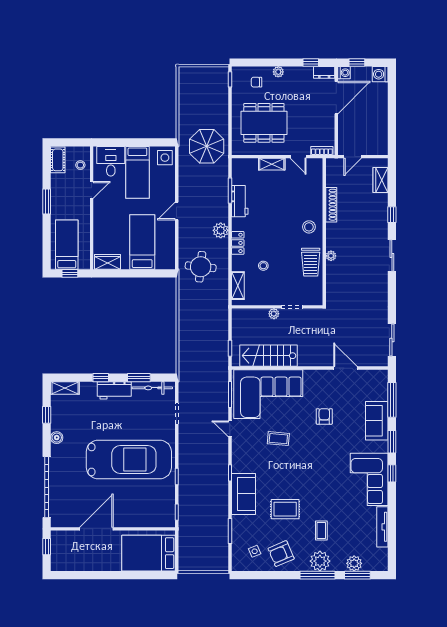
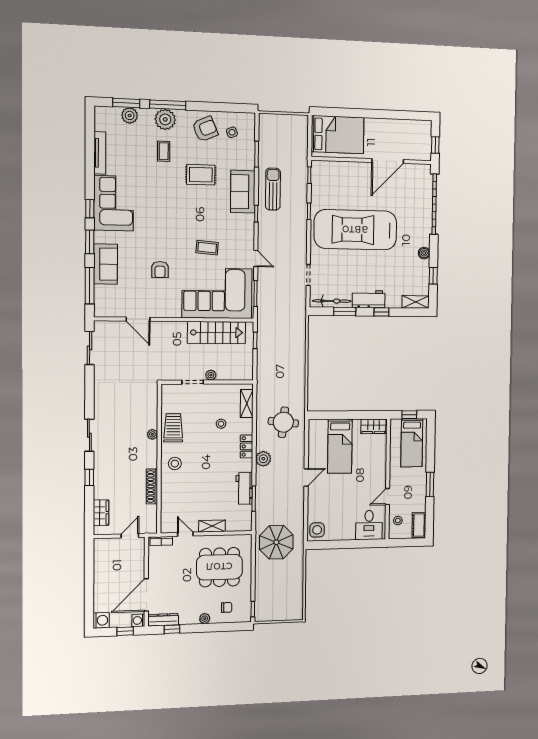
dresser: (324, 72) -> (163, 620), width x1.44
bed: (137, 172) -> (344, 515), removed
sun lounger: (213, 497) -> (273, 189), added

